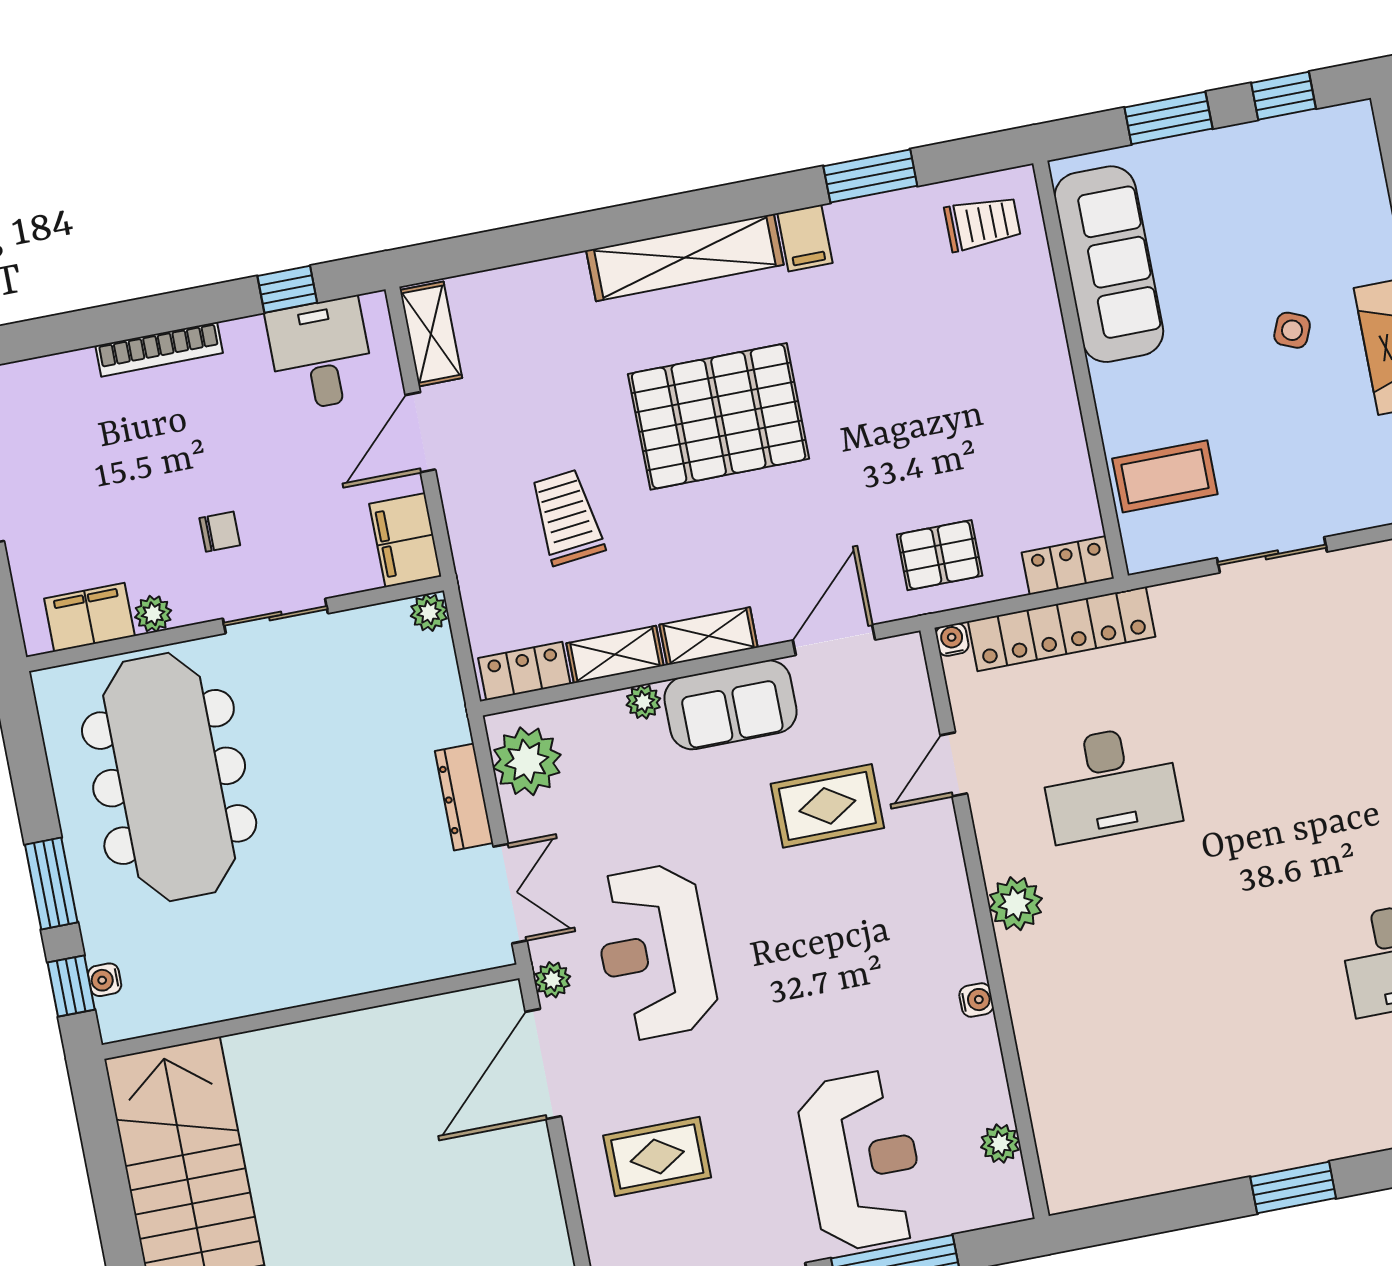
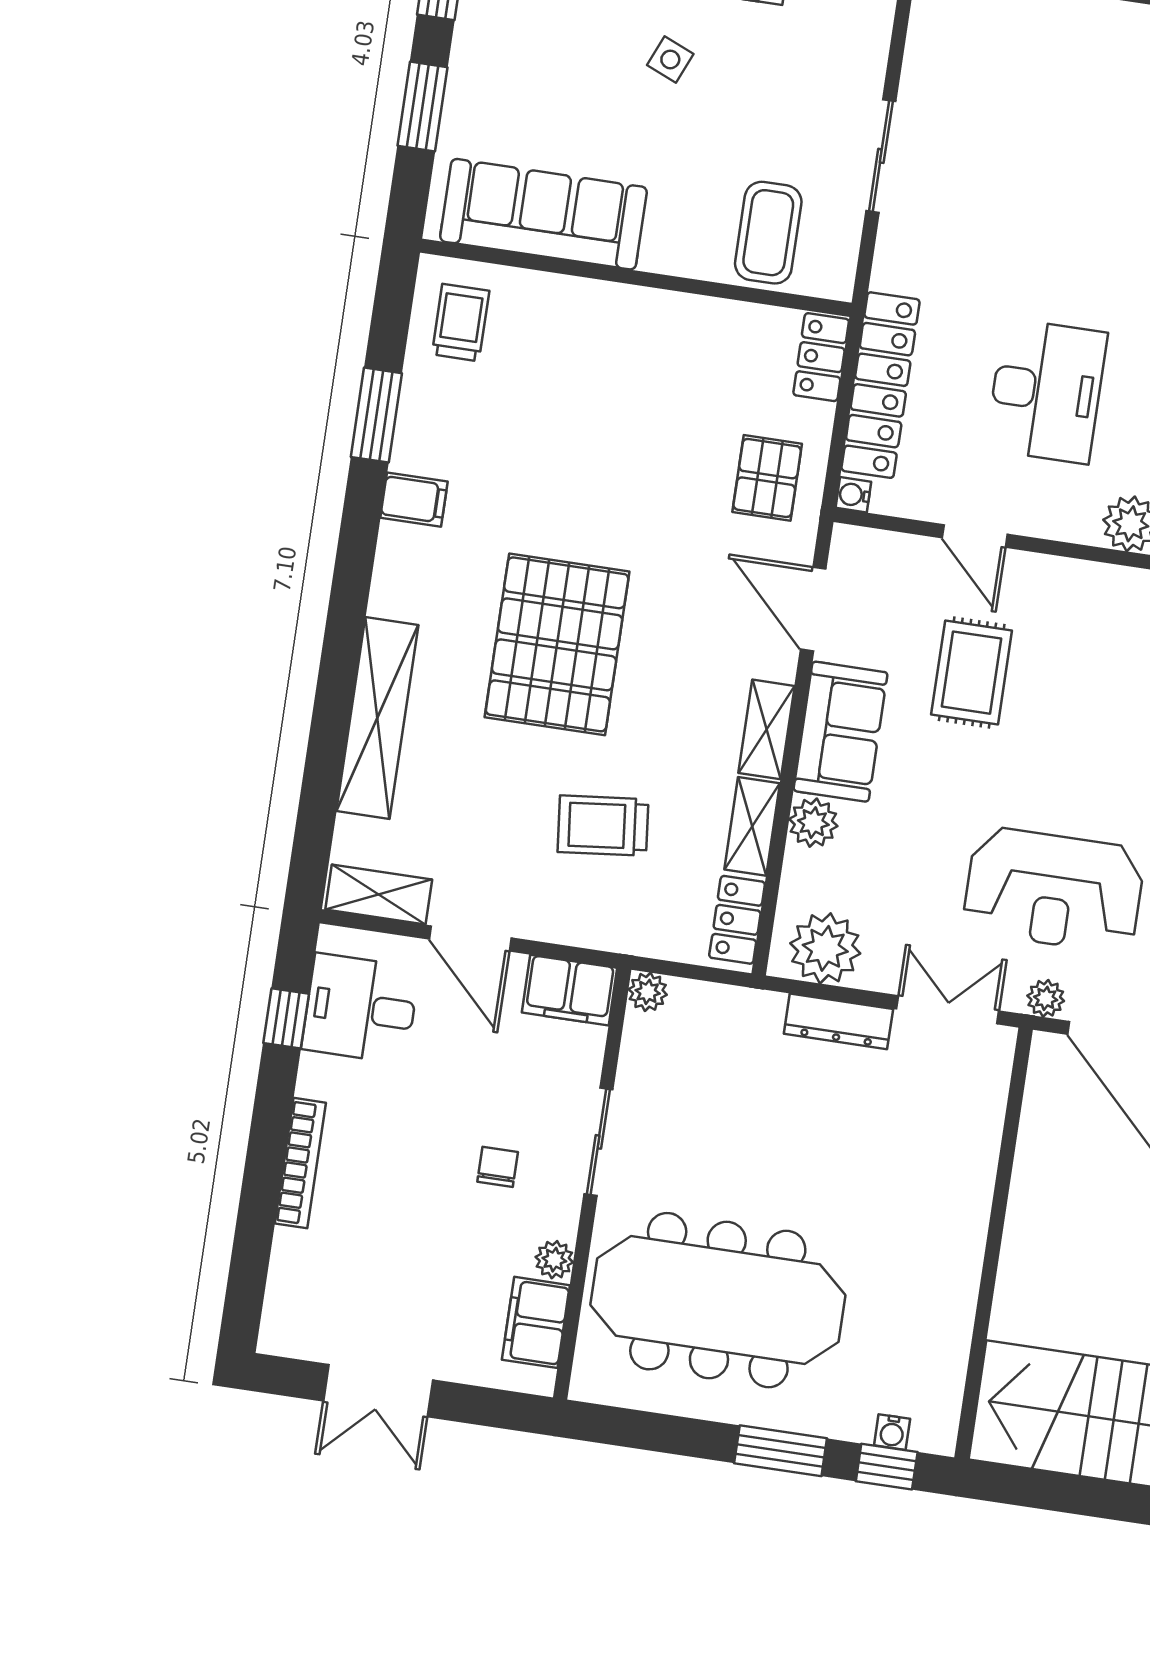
shelving: (685, 258) -> (377, 718), moved
plant: (643, 702) -> (813, 823), width x1.38, depth x1.38

